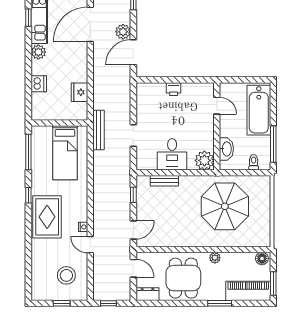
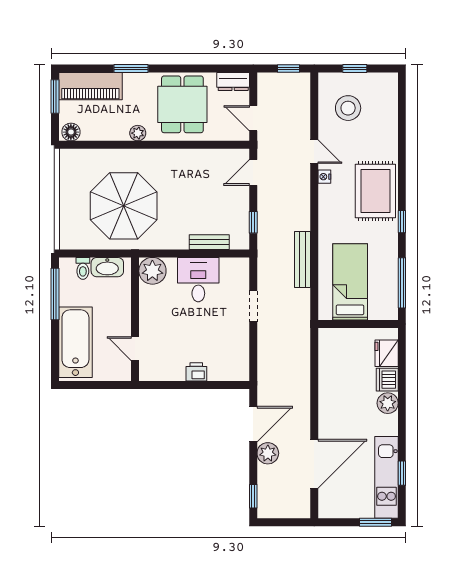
plant: (38, 52) -> (388, 403), moved
fridge: (79, 92) -> (387, 353), moved, turned 180
bench: (99, 130) -> (303, 259), moved
washbasin: (226, 149) -> (107, 267), moved, turned -90

